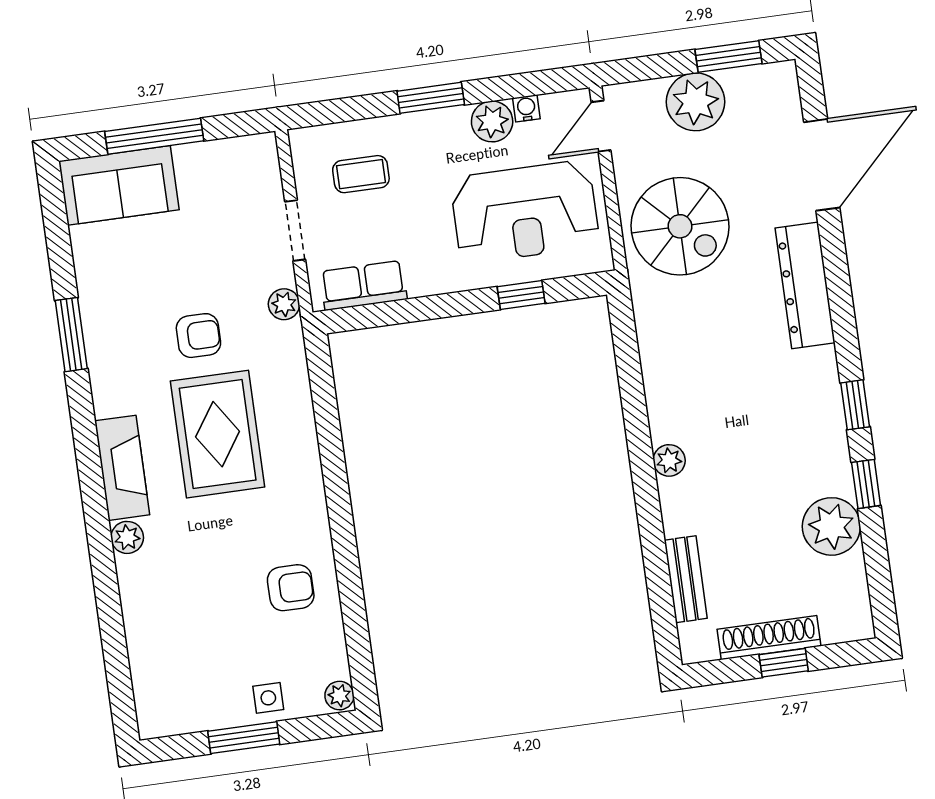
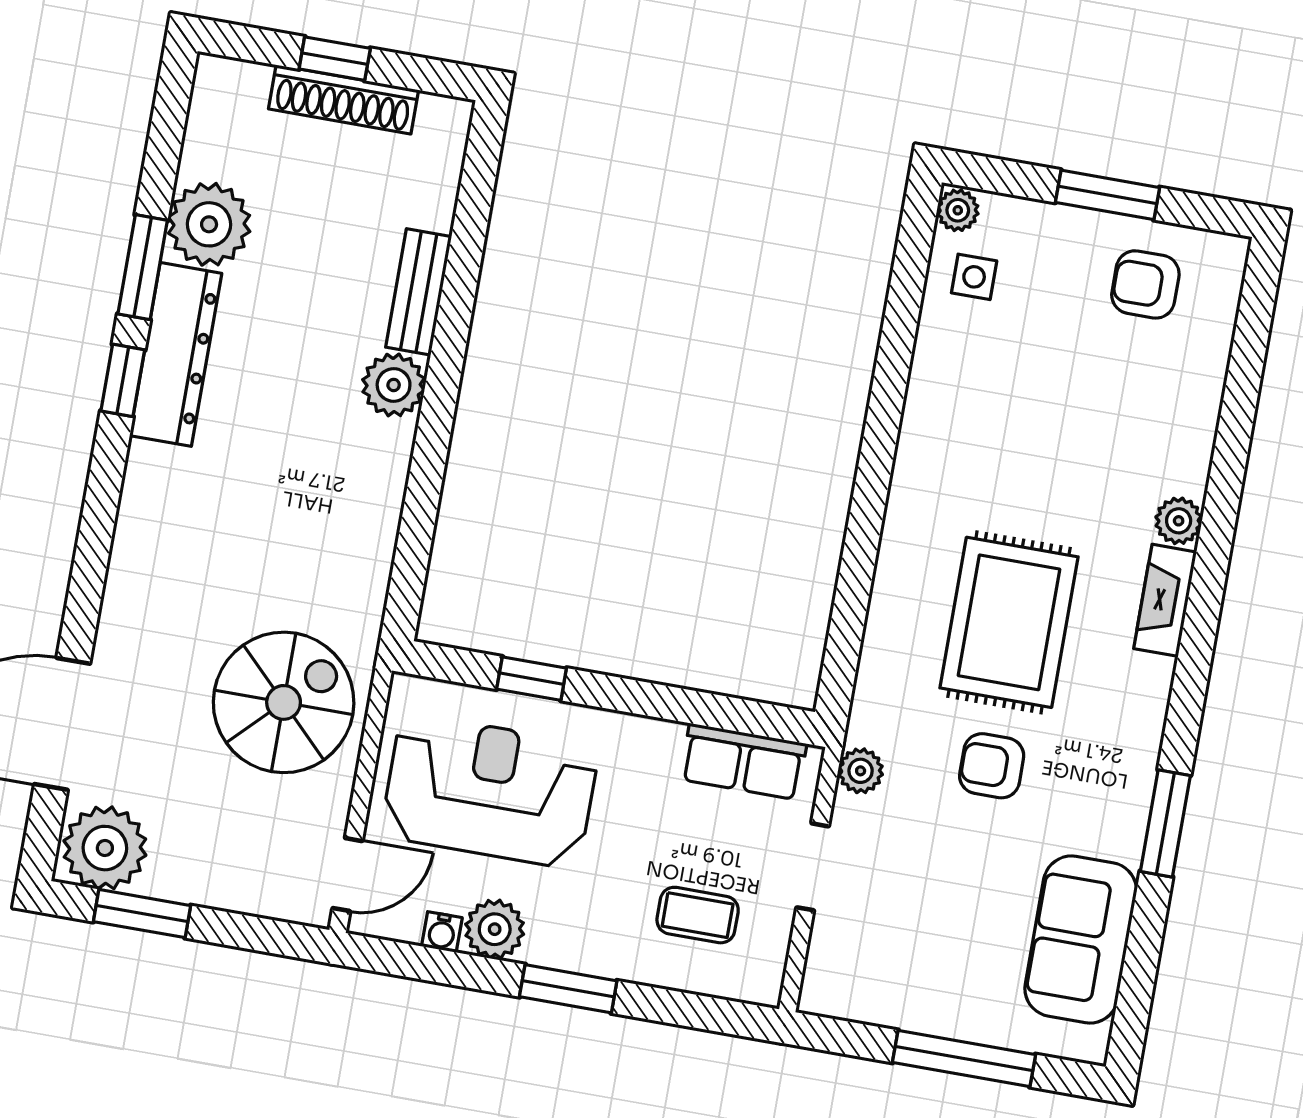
plant: (696, 102) -> (105, 848), moved
sofa: (119, 185) -> (1081, 939), moved, turned -90
spiral stairs: (680, 226) -> (284, 702), turned 90
dresser: (805, 285) -> (176, 354), moved
plant: (669, 460) -> (394, 385), width x1.38, depth x1.38
fireplace: (122, 468) -> (1165, 600), width x0.73, depth x0.76
window: (866, 484) -> (143, 267), width x1.50
bench: (686, 579) -> (419, 292), moved
armchair: (291, 588) -> (1145, 284), moved
side table: (268, 698) -> (974, 277), moved

